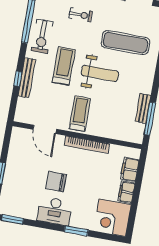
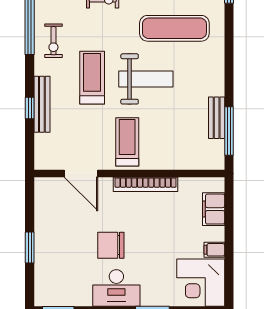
exercise bike: (42, 36) -> (53, 41), width x0.73, depth x0.72
filing cabinet: (126, 192) -> (214, 250), width x0.50

